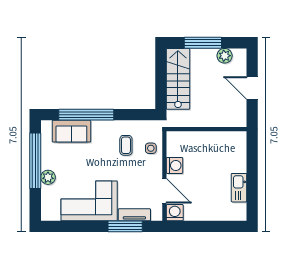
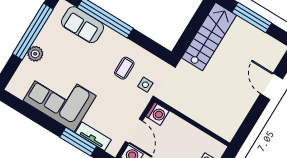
plant: (225, 56) -> (264, 42), removed
wall: (207, 129) -> (192, 122), moved

